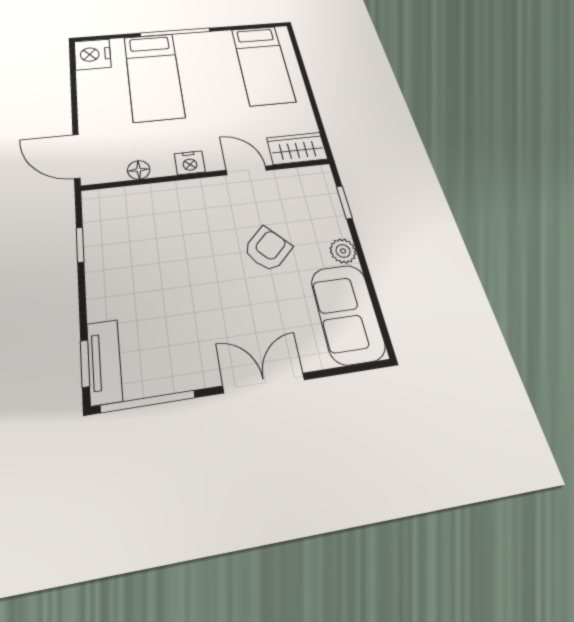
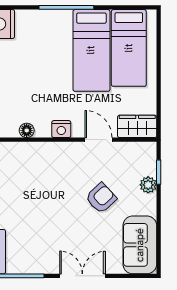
bed: (154, 76) -> (91, 50), moved
plant: (343, 251) -> (148, 185), moved

